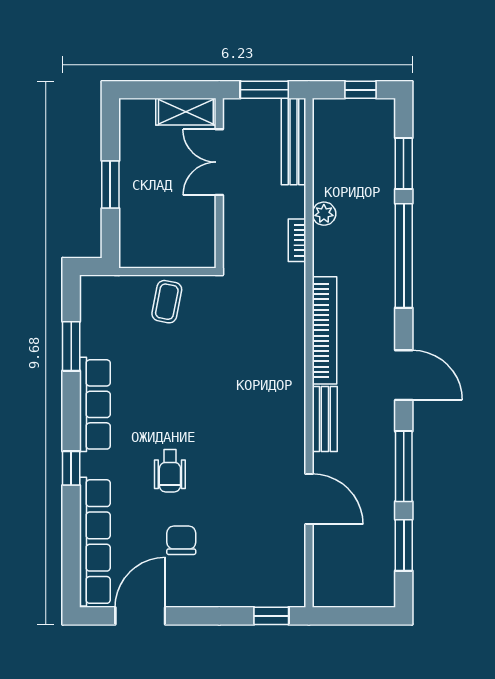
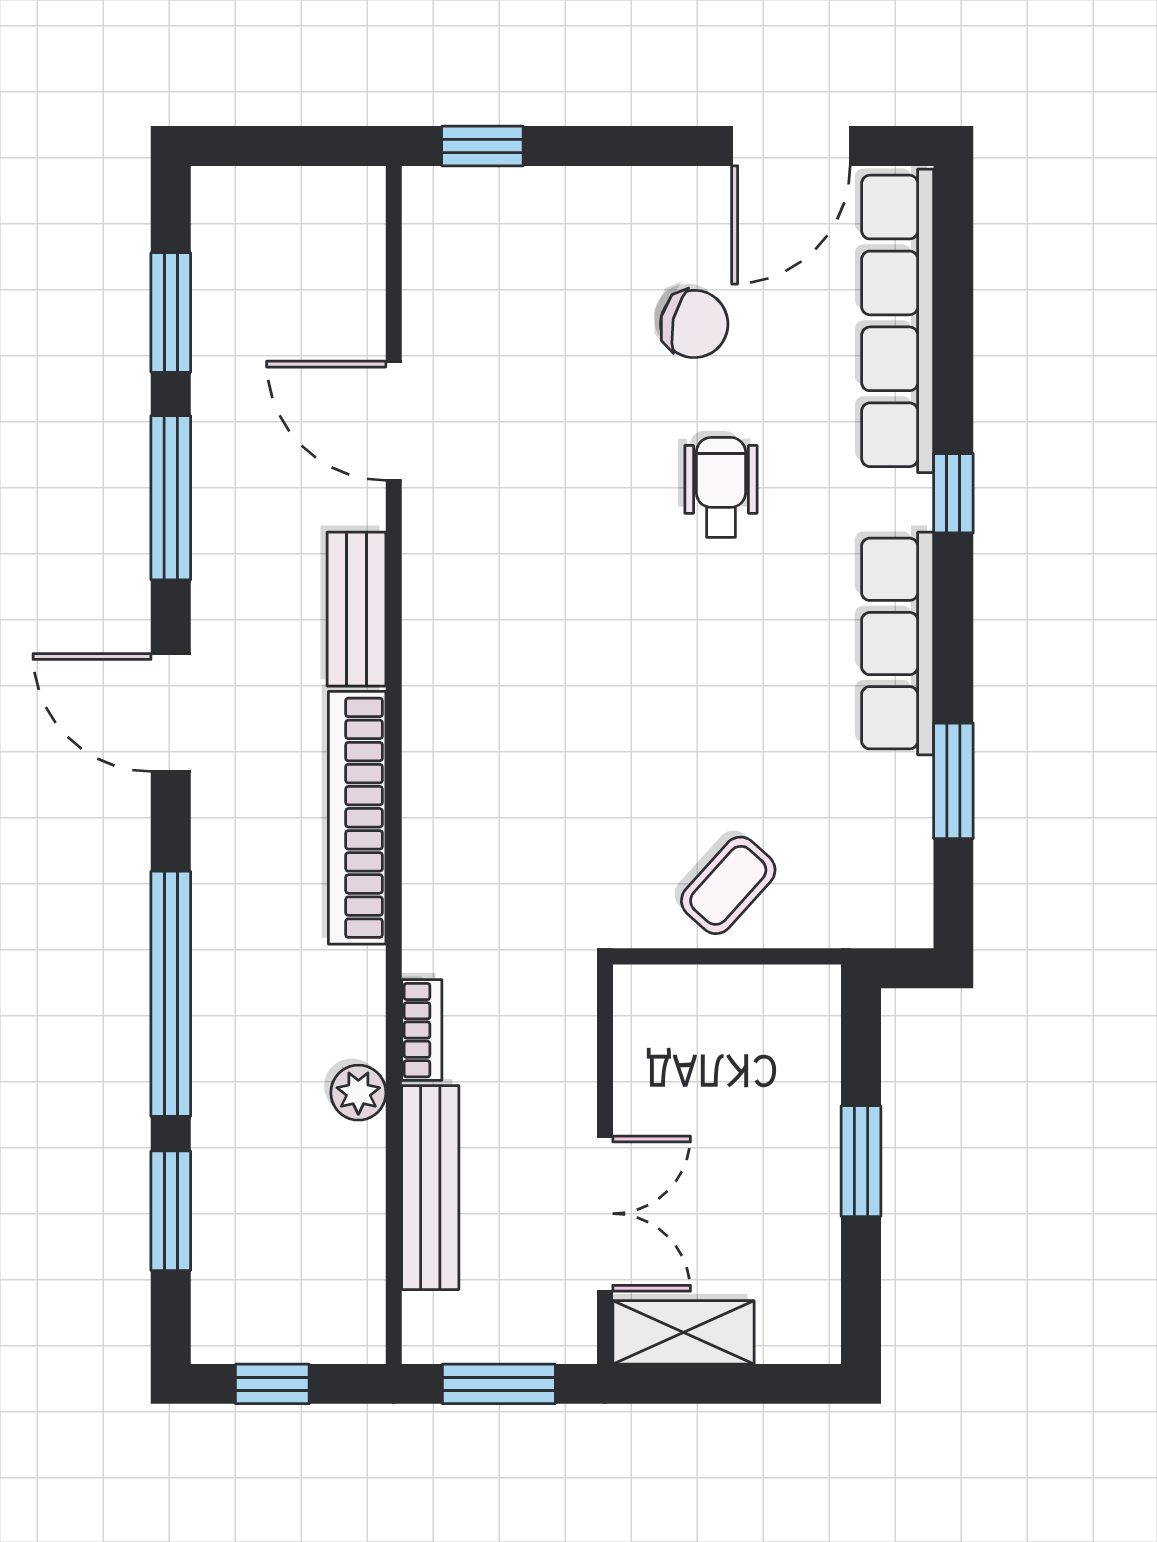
bench: (293, 142) -> (430, 1188), moved
coffee table: (167, 302) -> (728, 885), turned 31
chair: (181, 540) -> (694, 324), turned -77

